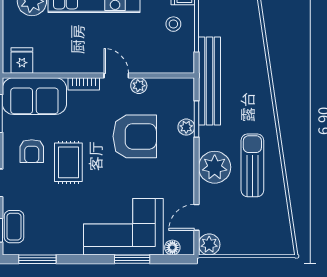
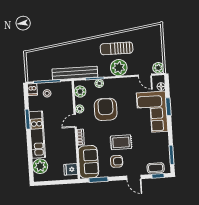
plant: (173, 89) -> (80, 92), added

